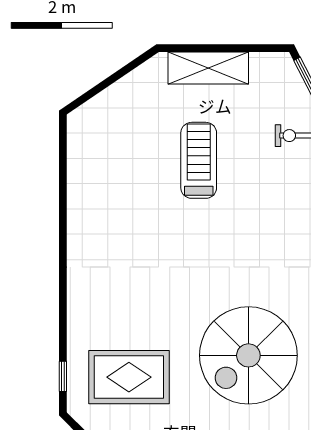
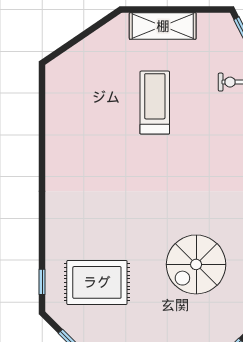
spiral stairs: (248, 355) -> (196, 264), width x0.73, depth x0.73

